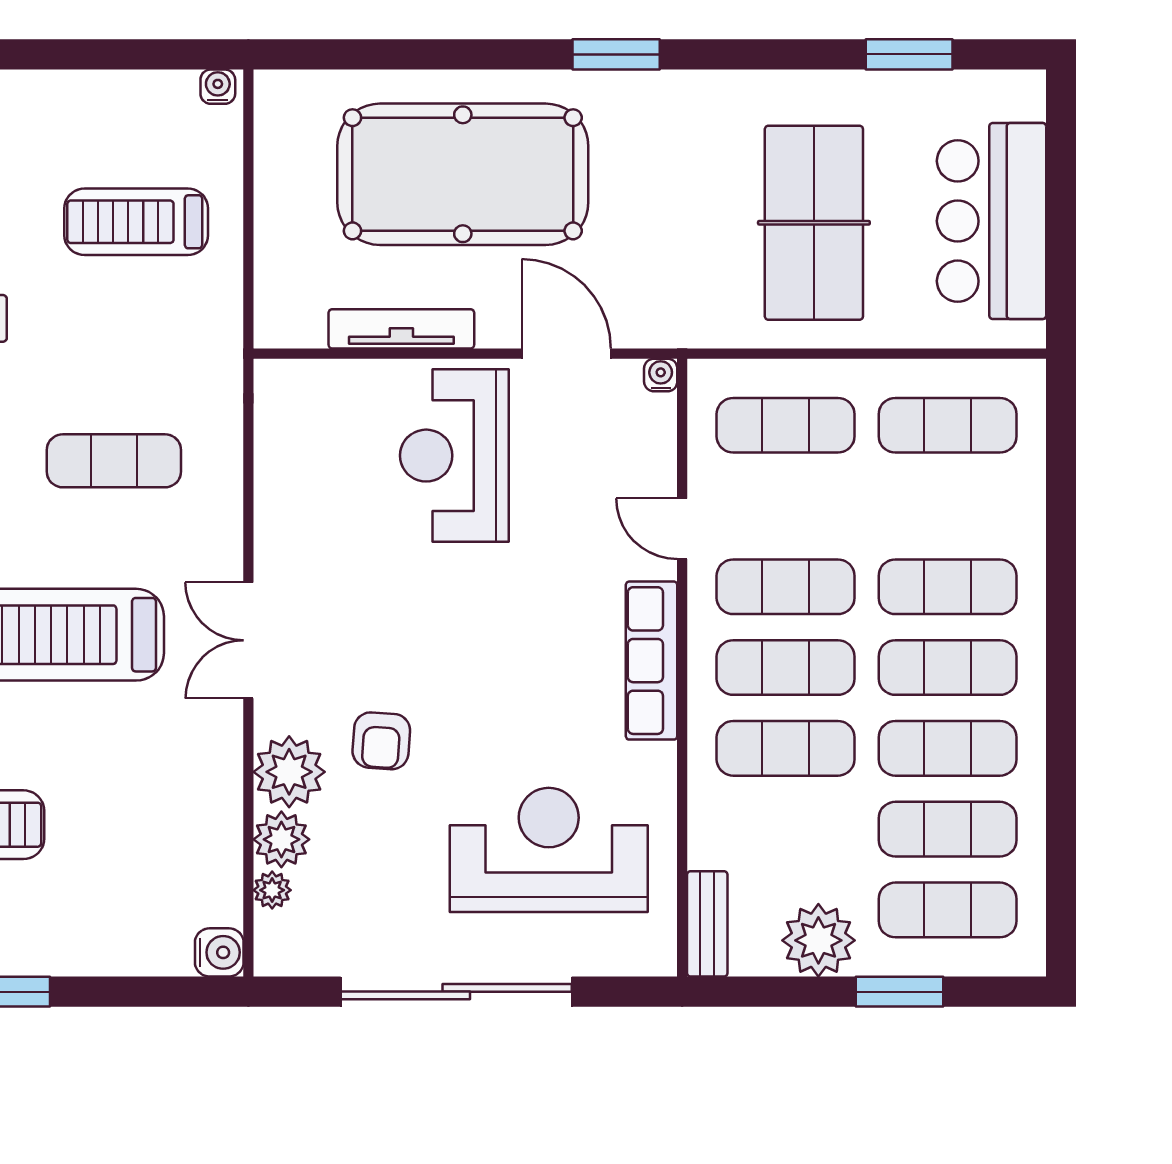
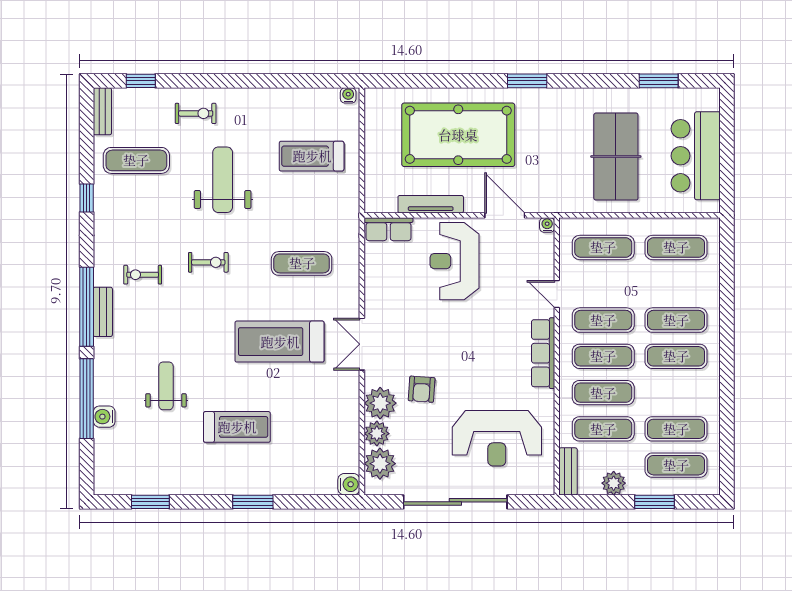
row of seats: (308, 384) -> (389, 229), added
exercise mat: (948, 748) -> (603, 429), moved
reception desk: (549, 850) -> (497, 438), turned 180
plant: (272, 890) -> (380, 464), width x1.87, depth x1.87
plant: (818, 940) -> (614, 483), width x0.73, depth x0.73

